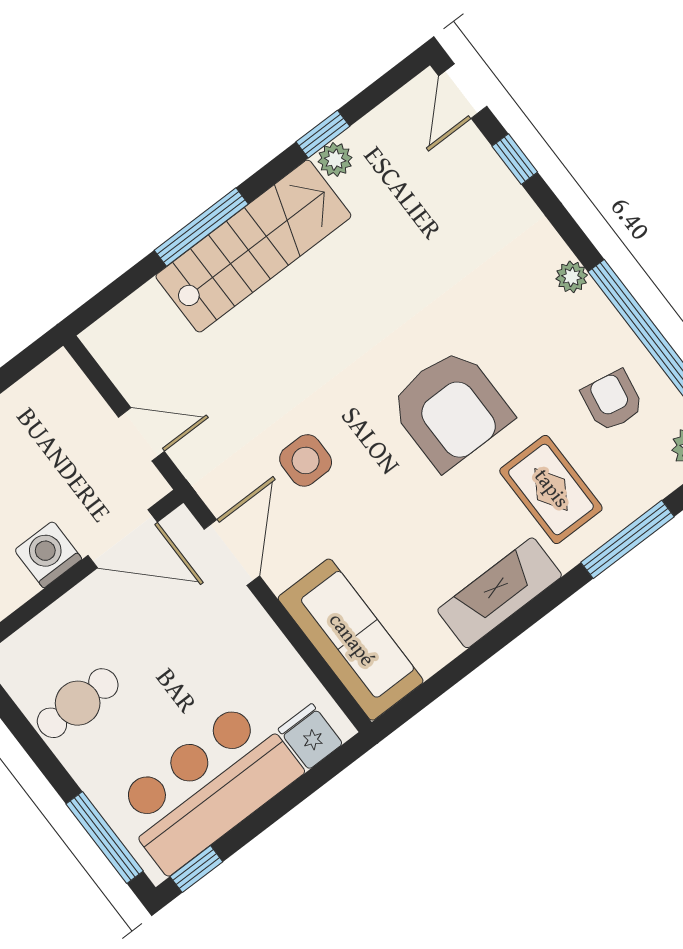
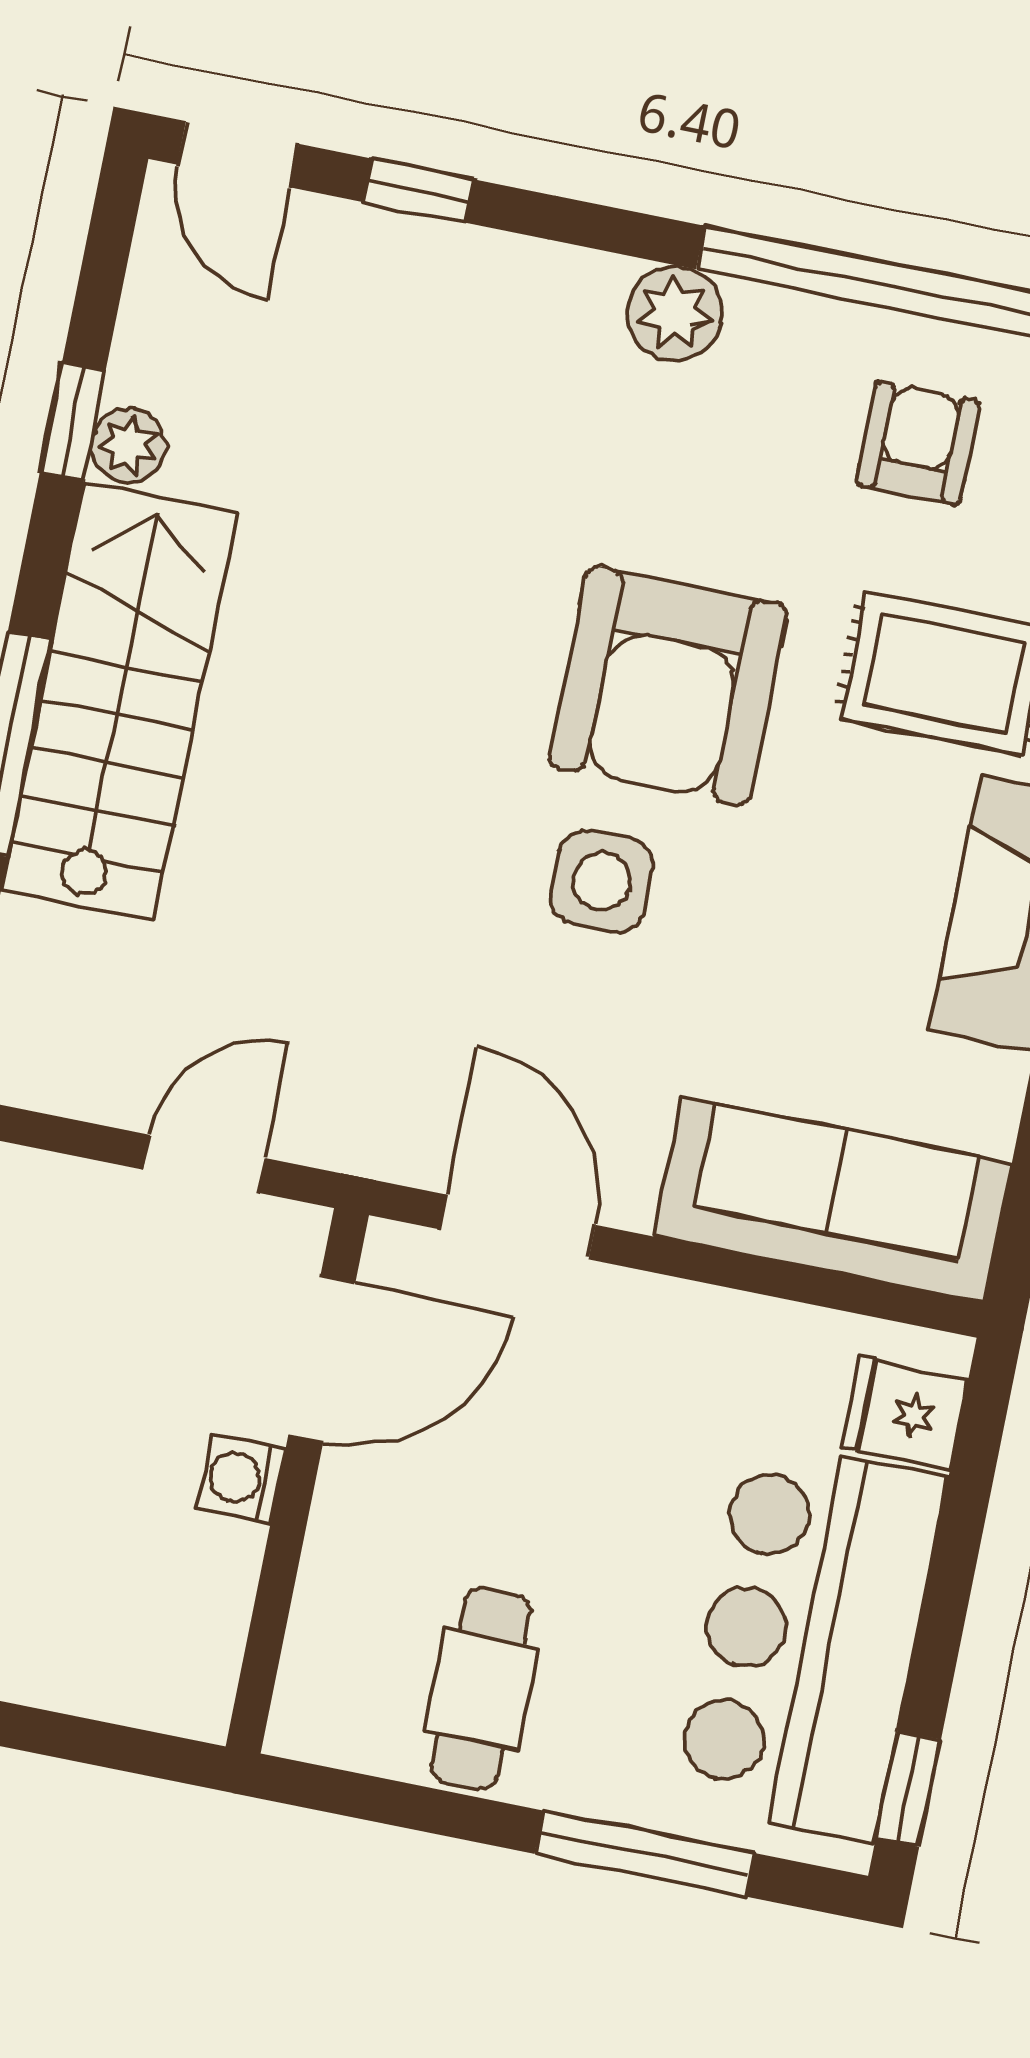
plant: (572, 277) -> (674, 313), width x1.38, depth x1.38
armchair: (612, 401) -> (918, 443), turned 80
armchair: (450, 409) -> (668, 686), turned 90
side table: (306, 460) -> (602, 881), moved
washing machine: (48, 555) -> (241, 1479), width x0.73, depth x0.73
window: (105, 838) -> (645, 1854), moved

